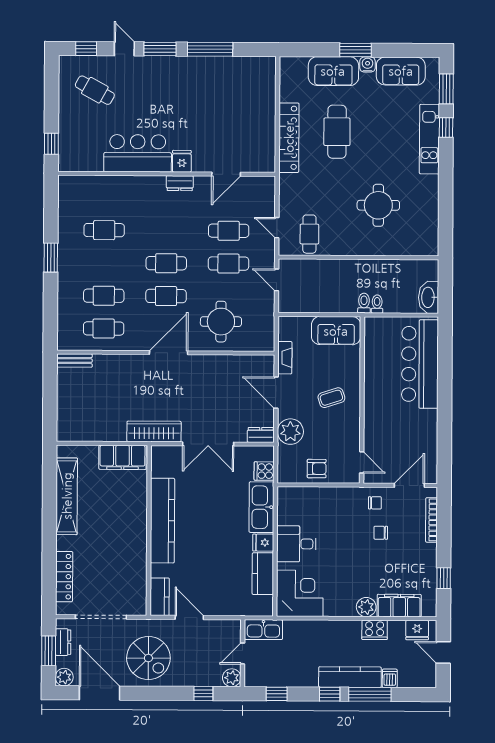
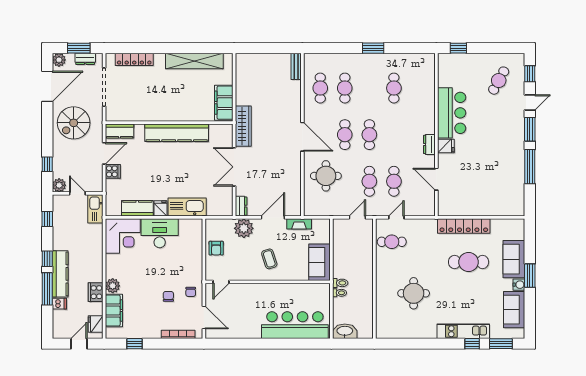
cooker: (264, 471) -> (113, 171), moved, turned 90
desk: (296, 544) -> (160, 233), width x1.37

